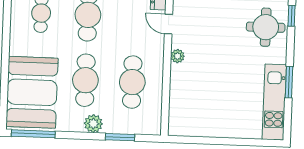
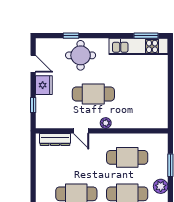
door: (169, 24) -> (81, 131), hinge flipped
cafe table: (215, 42) -> (93, 94), added
window: (289, 82) -> (146, 36), moved

